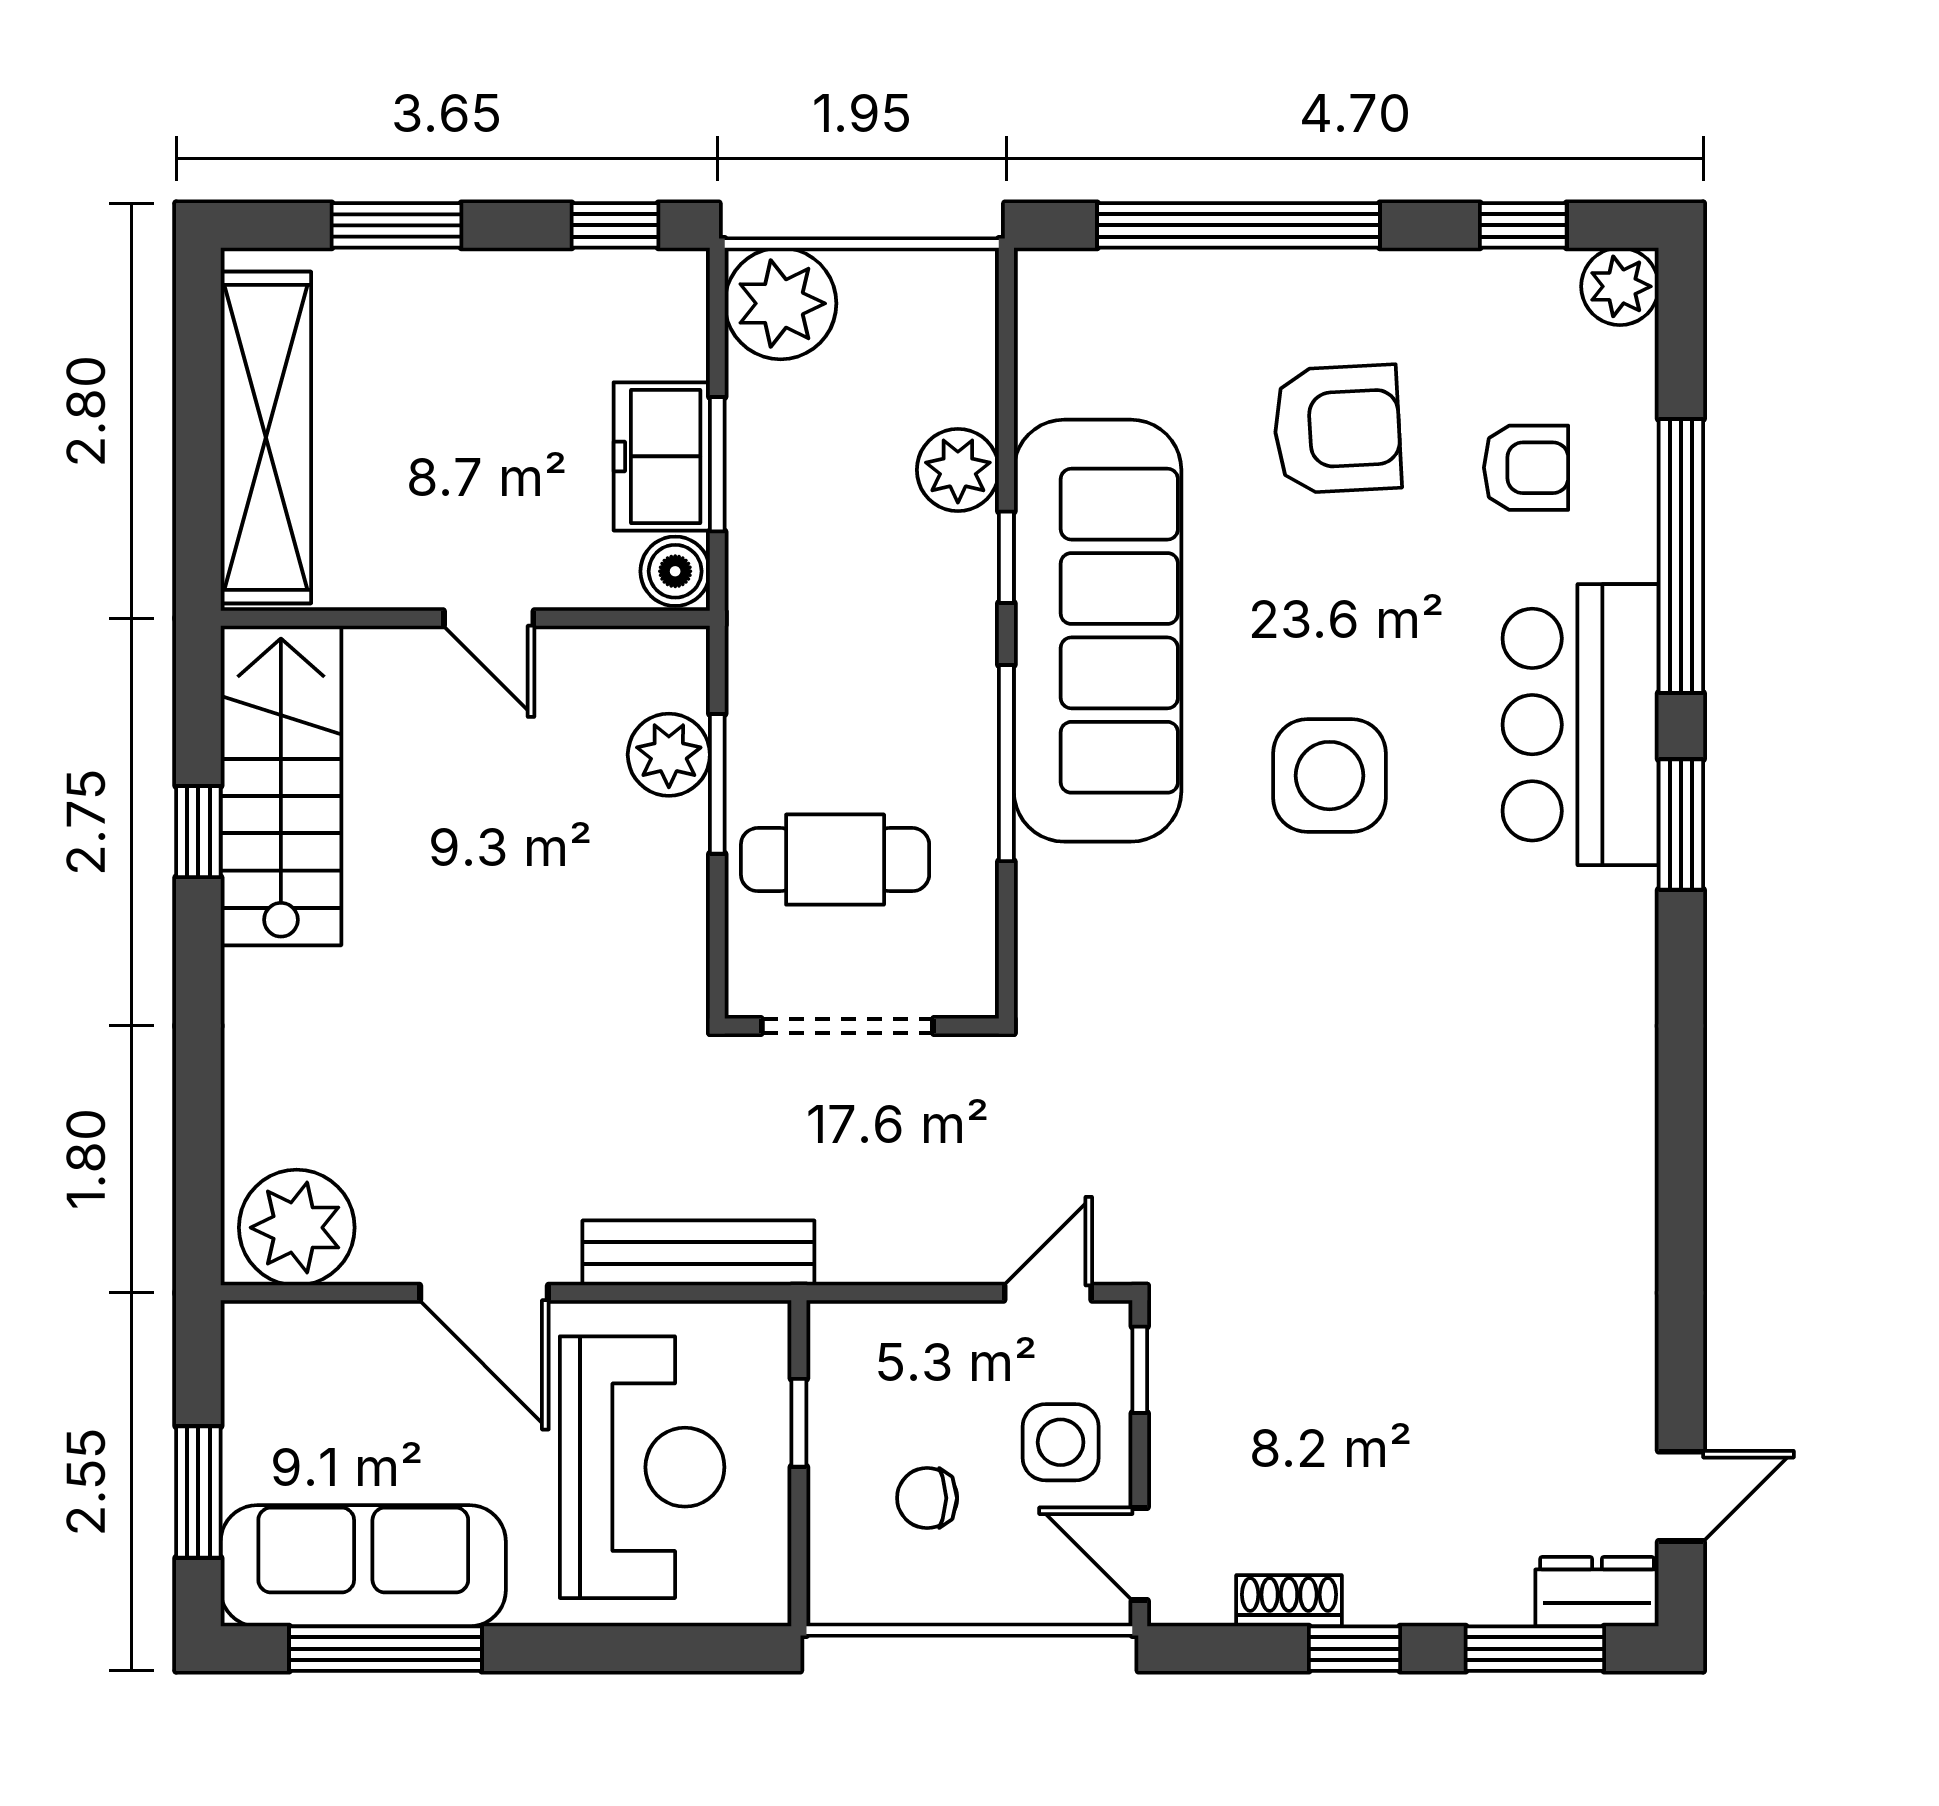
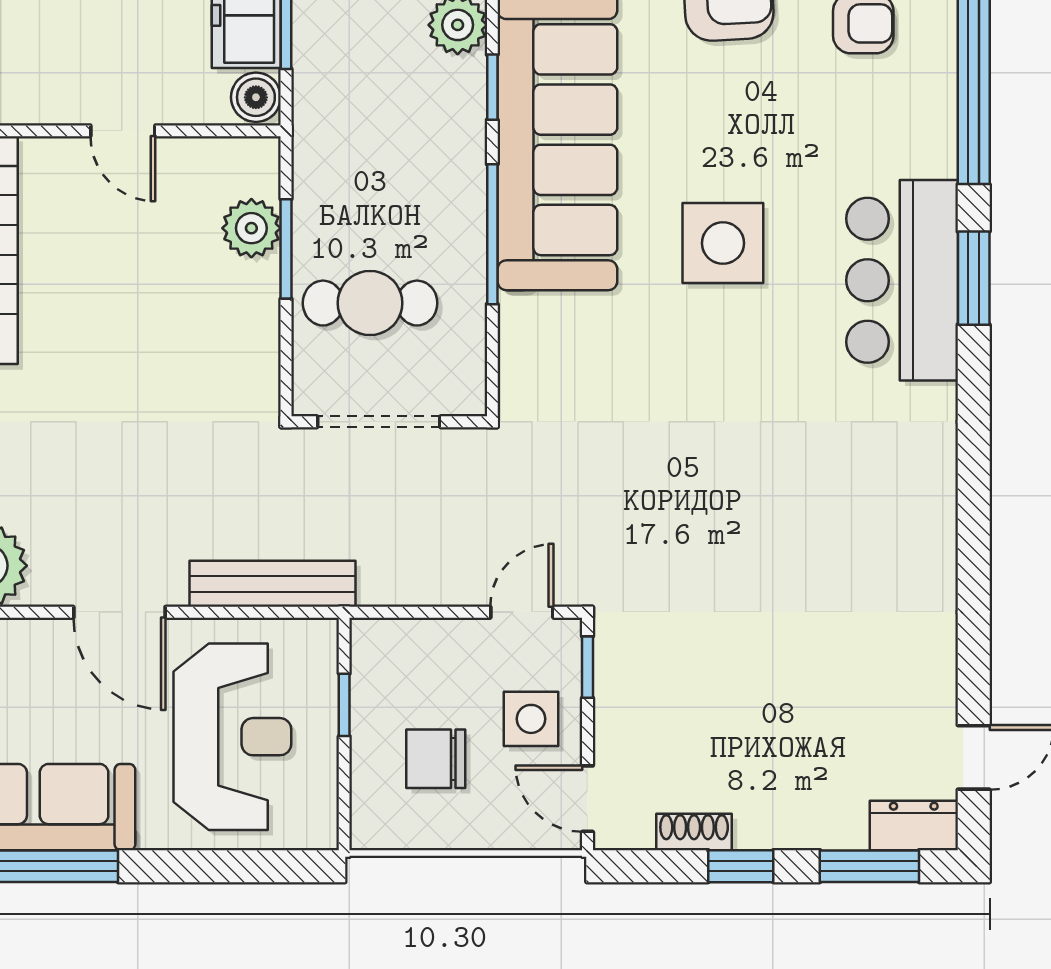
bar counter: (1581, 725) -> (902, 280), moved
chair: (927, 1498) -> (436, 759), width x1.37, depth x1.37

